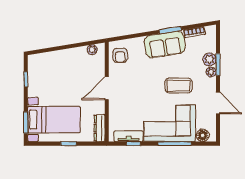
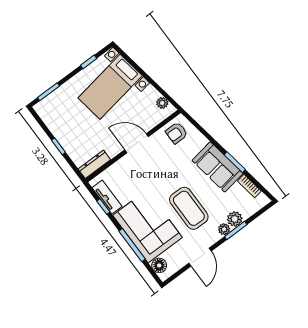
coffee table: (178, 86) -> (189, 208), width x1.36, depth x1.32
bed with nightstands: (54, 120) -> (110, 87), moved, turned 81

